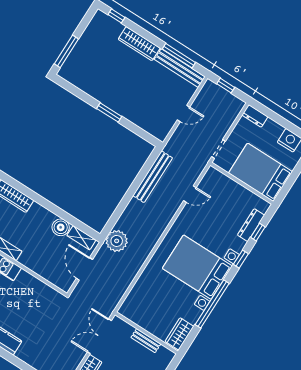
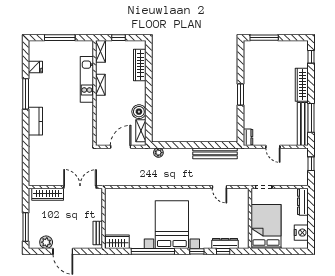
dresser: (255, 116) -> (303, 202), width x1.44
dresser: (158, 133) -> (248, 137), added
plant: (117, 241) -> (158, 153), width x0.53, depth x0.53
bench: (146, 341) -> (98, 233), moved

